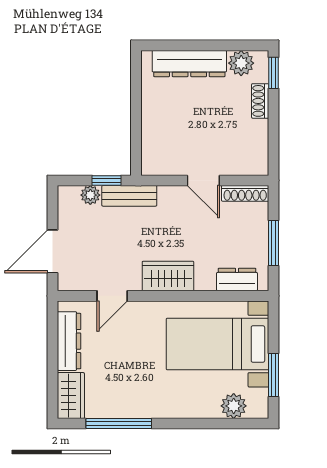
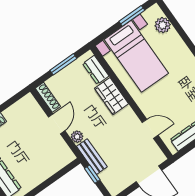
plant: (90, 195) -> (77, 137), moved
wardrobe: (168, 276) -> (112, 96), moved

